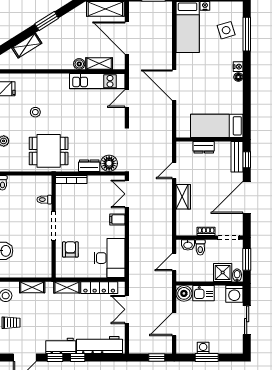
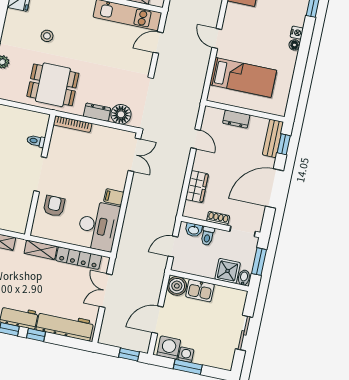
door: (174, 85) -> (217, 38), width x0.53
bed: (217, 126) -> (243, 77), moved, turned 180
door: (174, 171) -> (196, 139), swing flipped
double door: (127, 194) -> (134, 155), swing flipped
wardrobe: (183, 197) -> (197, 187), moved
filing cabinet: (117, 219) -> (114, 197), moved
washing machine: (234, 294) -> (169, 348), moved, turned 180

